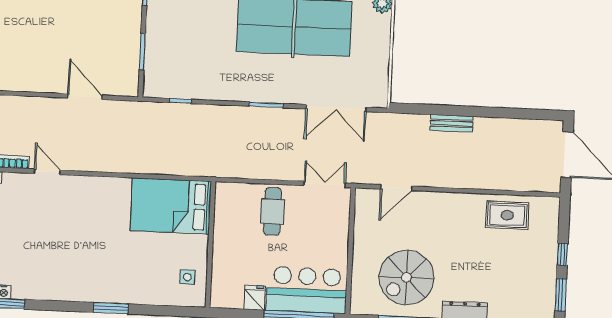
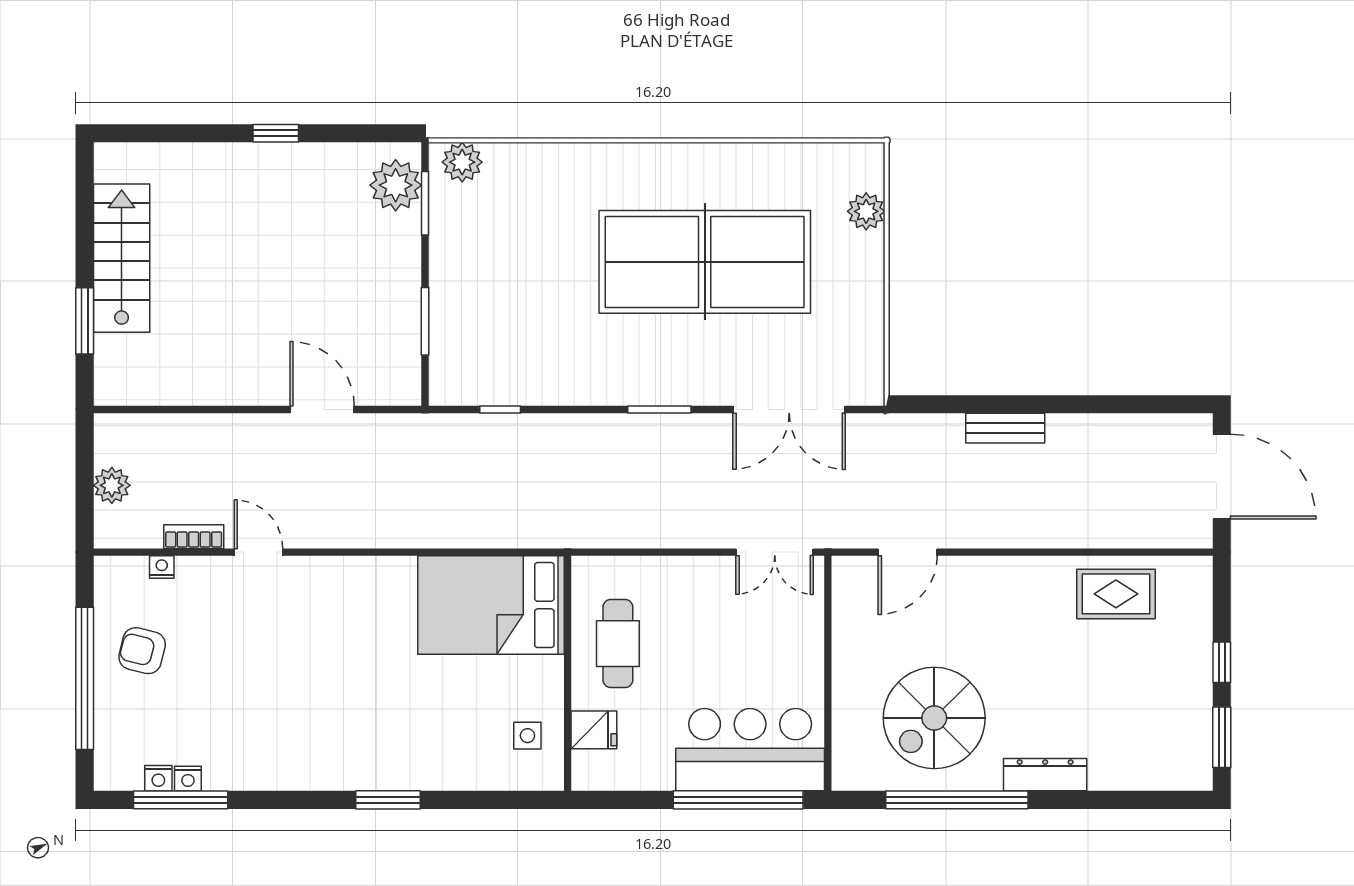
double door: (325, 184) -> (775, 552), swing flipped
cafe table: (273, 211) -> (618, 644), moved
fridge: (255, 298) -> (594, 730), moved, turned 90

